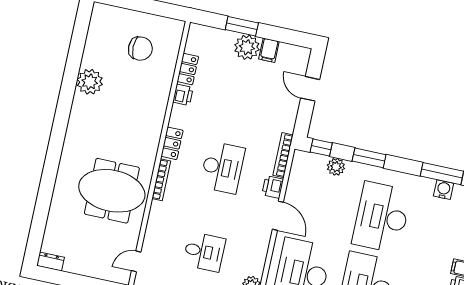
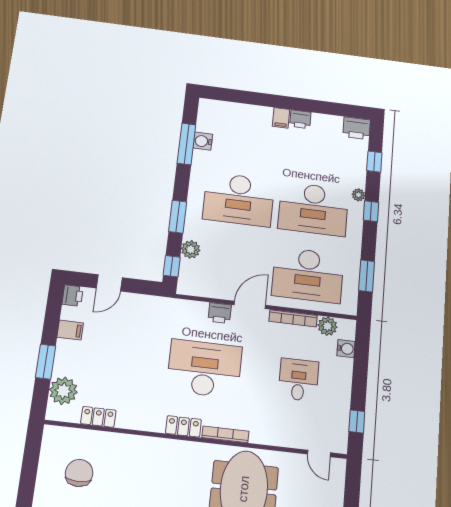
plant: (247, 47) -> (63, 391), moved
printer: (183, 95) -> (73, 296), moved, turned 90
bookcase: (283, 155) -> (293, 318), moved
desk: (222, 167) -> (204, 369), width x1.36, depth x1.30

